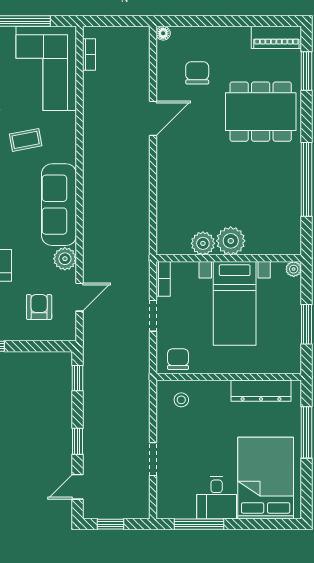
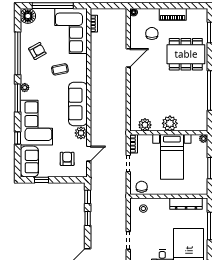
piano: (276, 37) -> (173, 14), moved
plant: (203, 243) -> (145, 125), moved
window: (77, 441) -> (88, 219), moved

